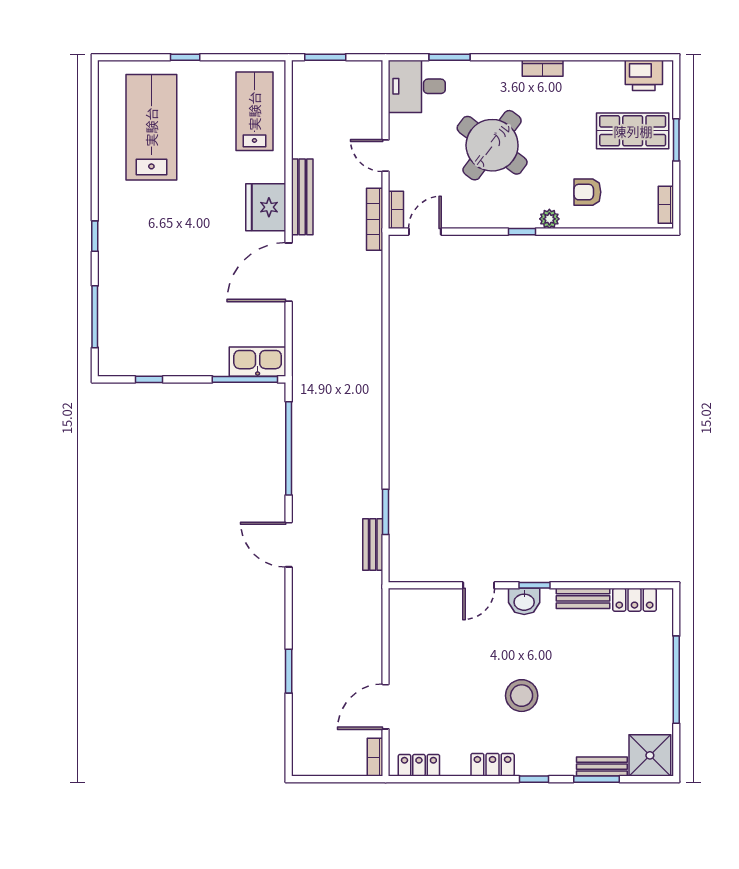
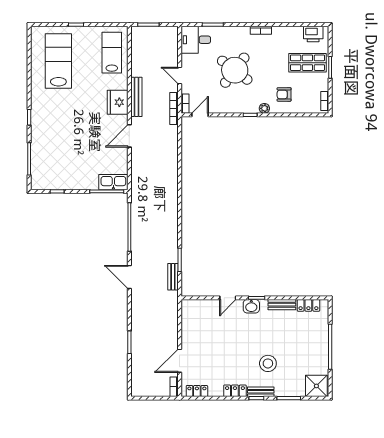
door: (289, 272) -> (129, 136), width x0.73
stool: (522, 696) -> (268, 363), moved
bench: (602, 767) -> (261, 392), moved

